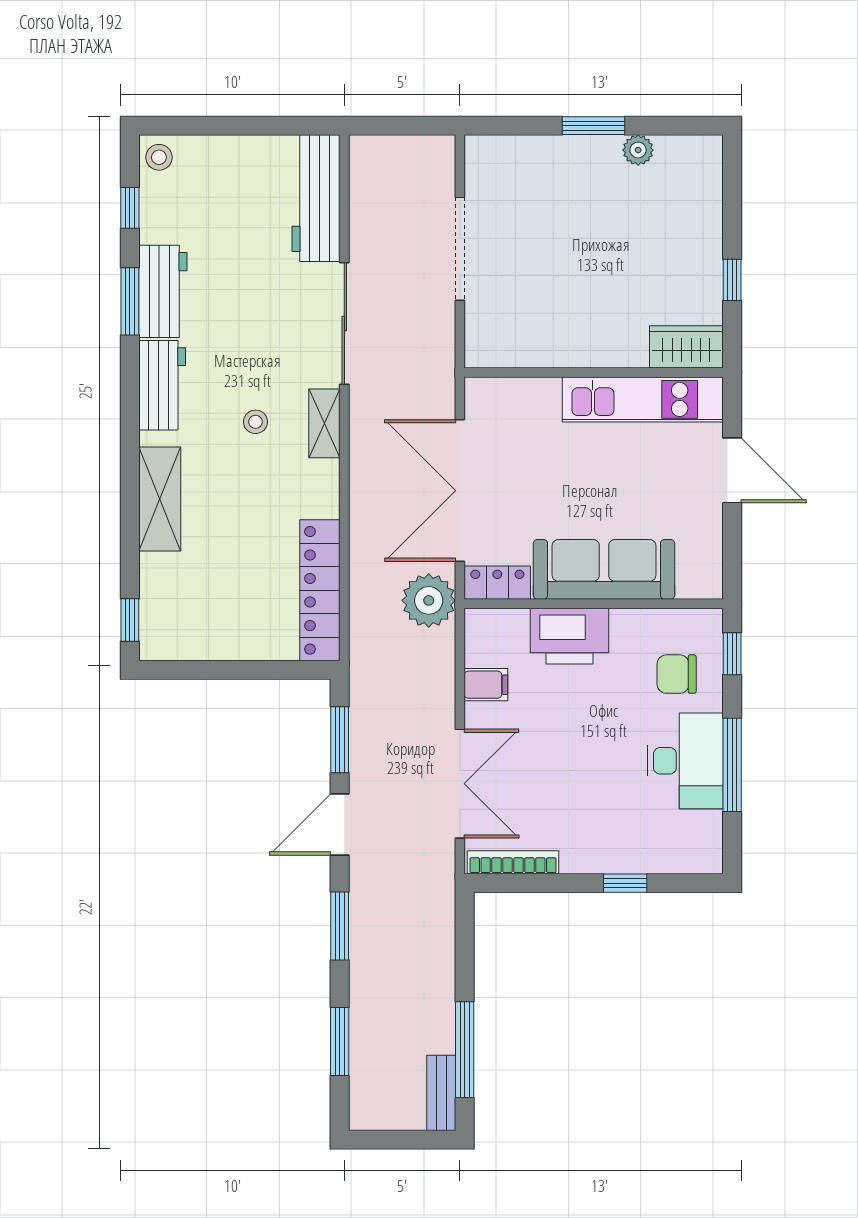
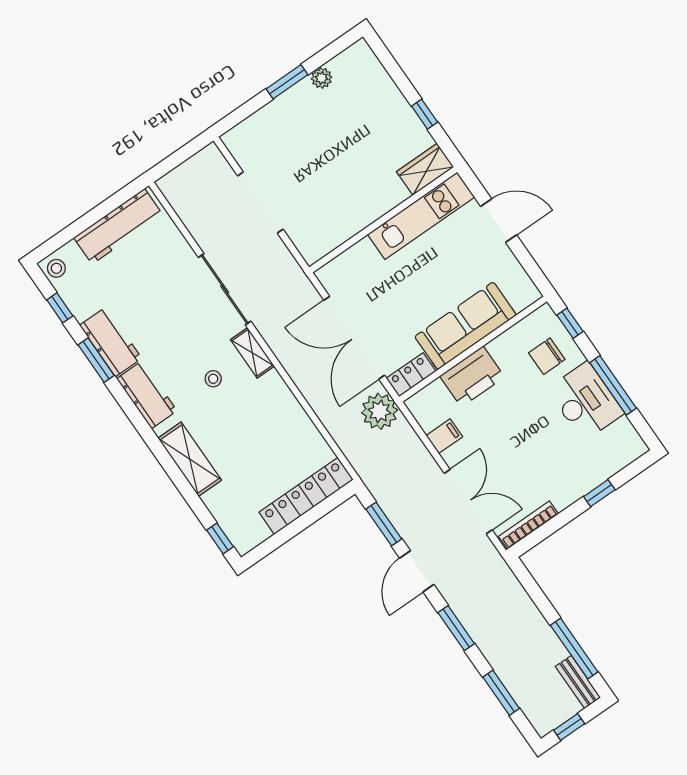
workbench: (316, 198) -> (118, 226), moved, turned -90
locker: (320, 590) -> (306, 496), moved, turned 90
window: (393, 1140) -> (569, 727), added

